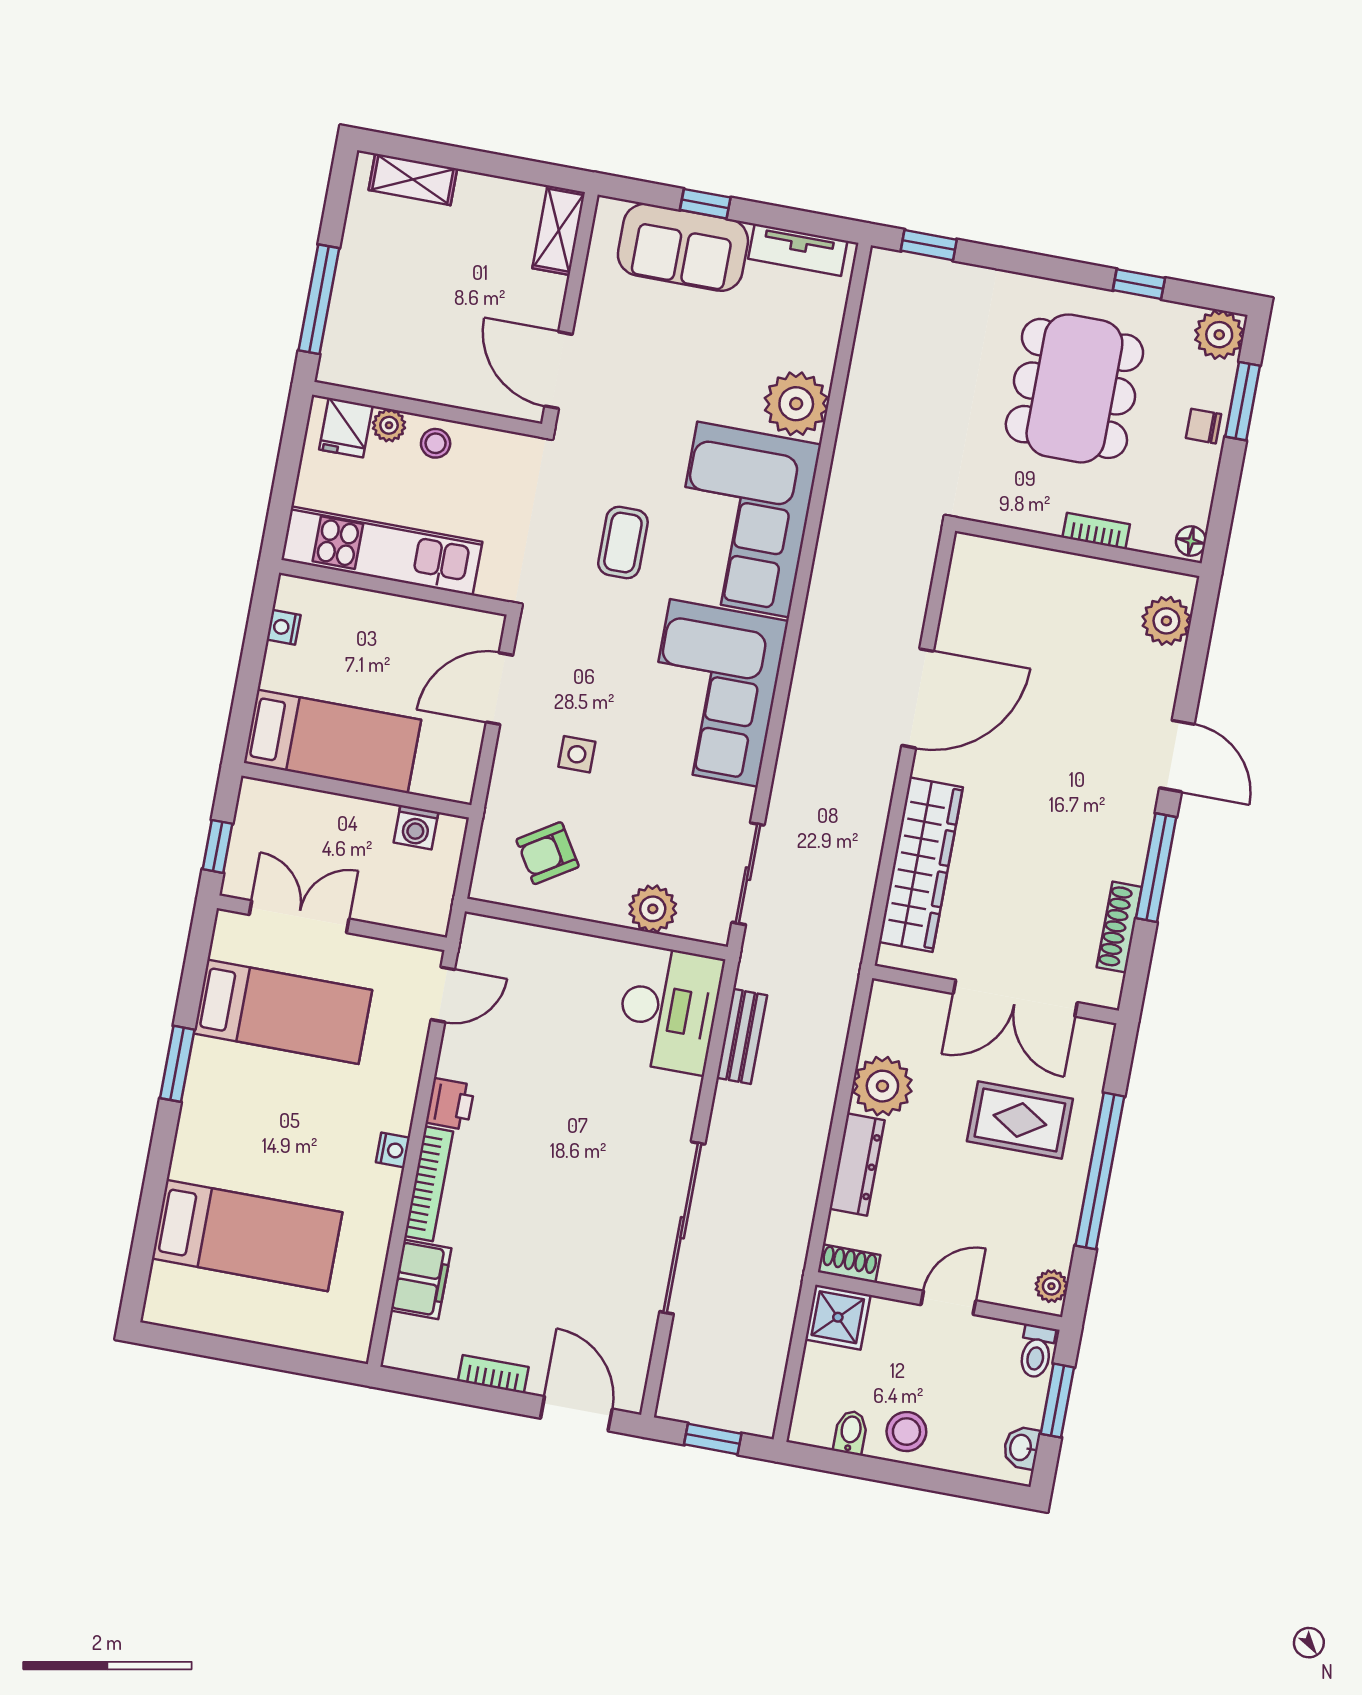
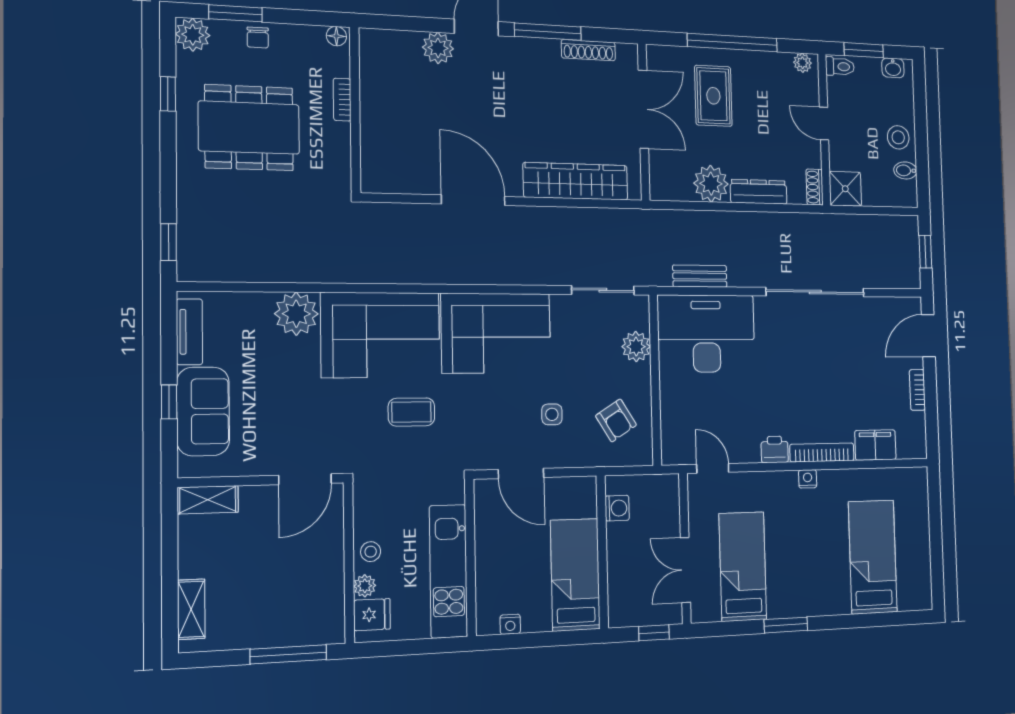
plant: (1166, 621) -> (438, 48), moved
desk: (669, 1009) -> (706, 334), width x1.36, depth x1.30

